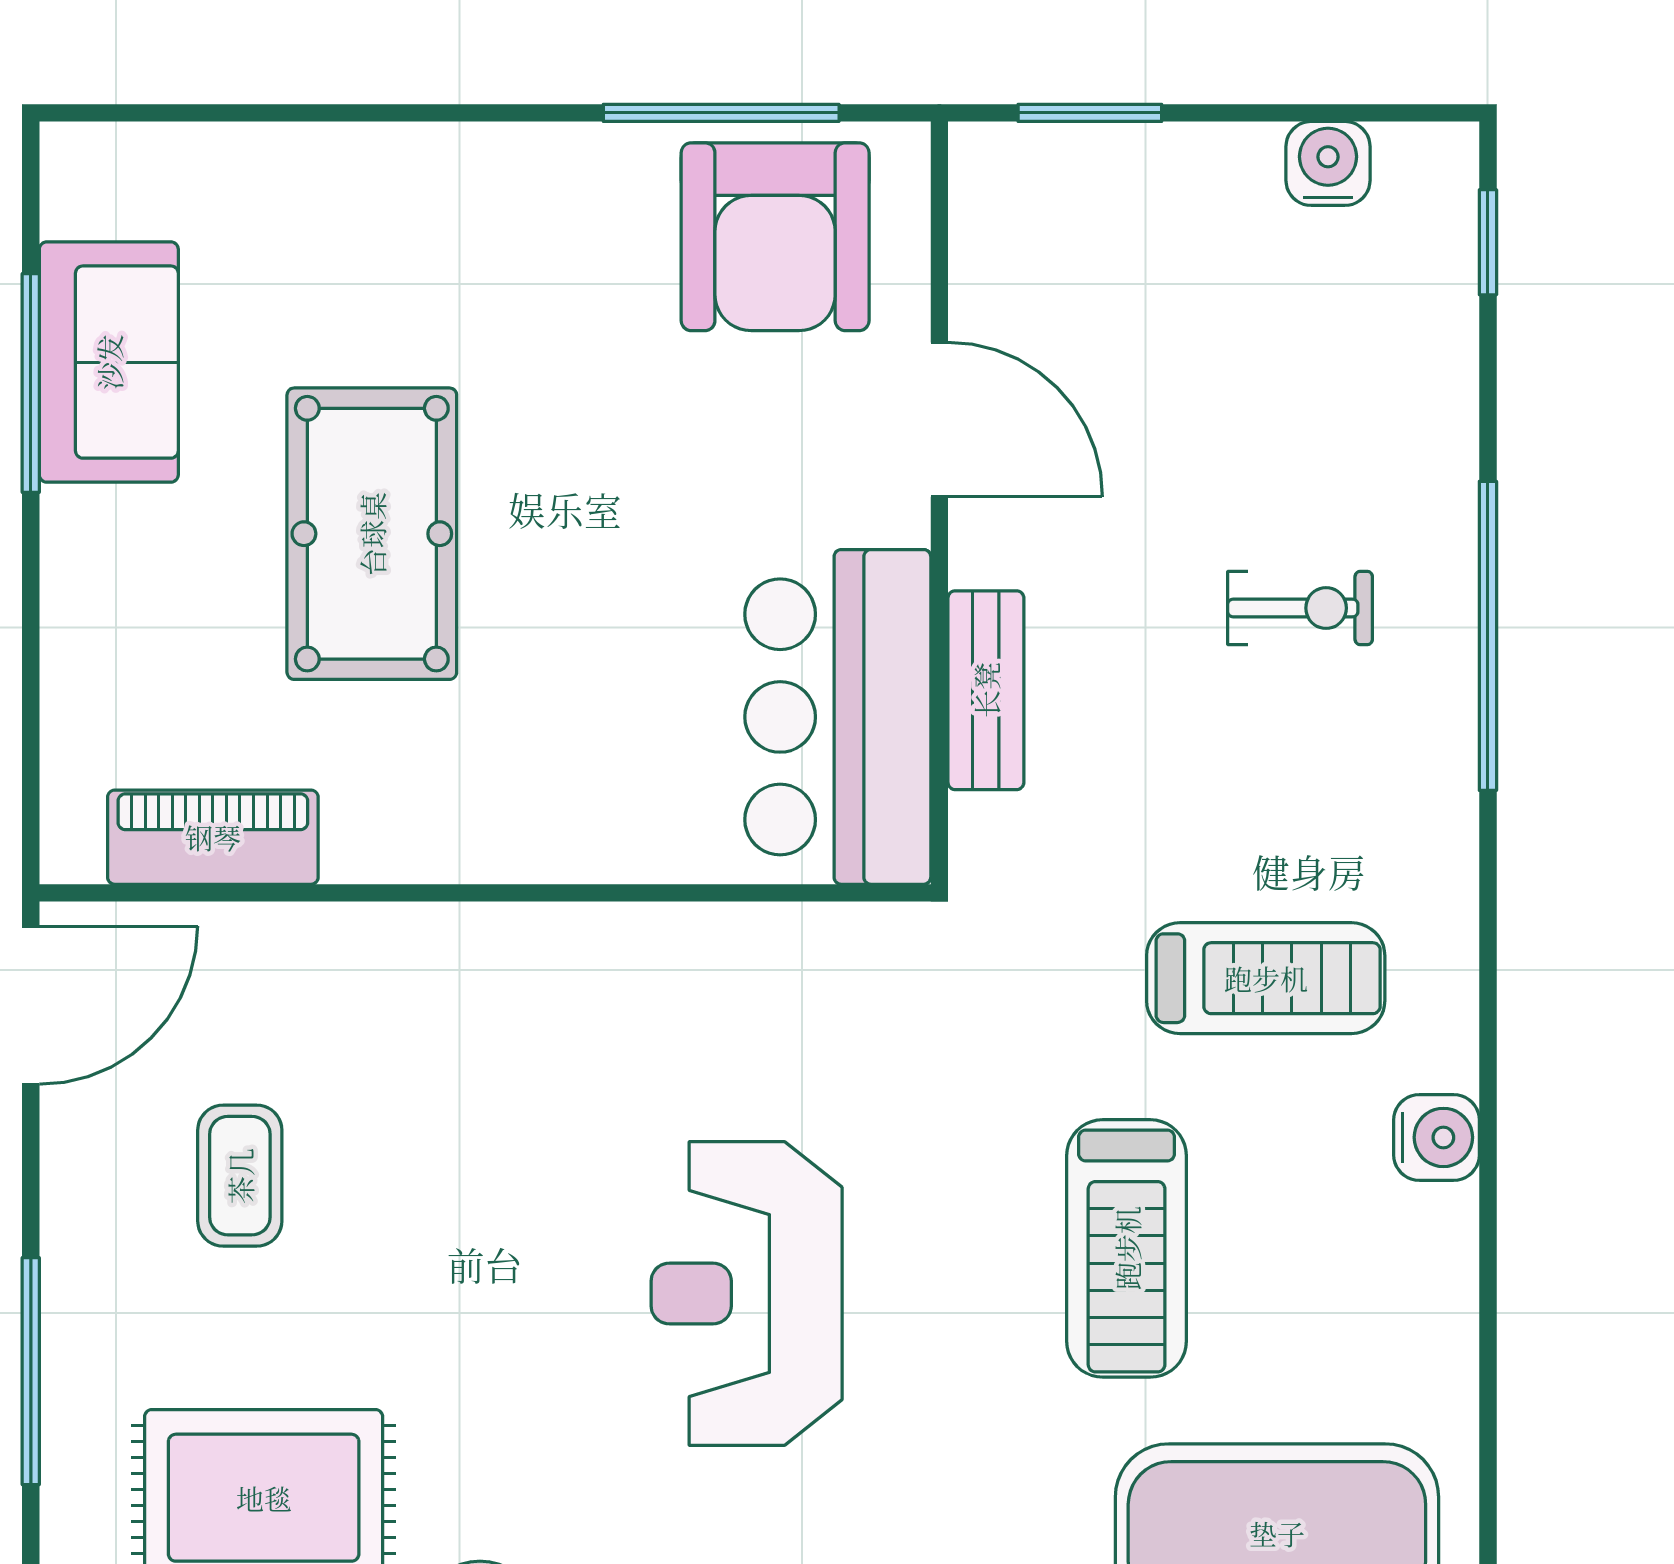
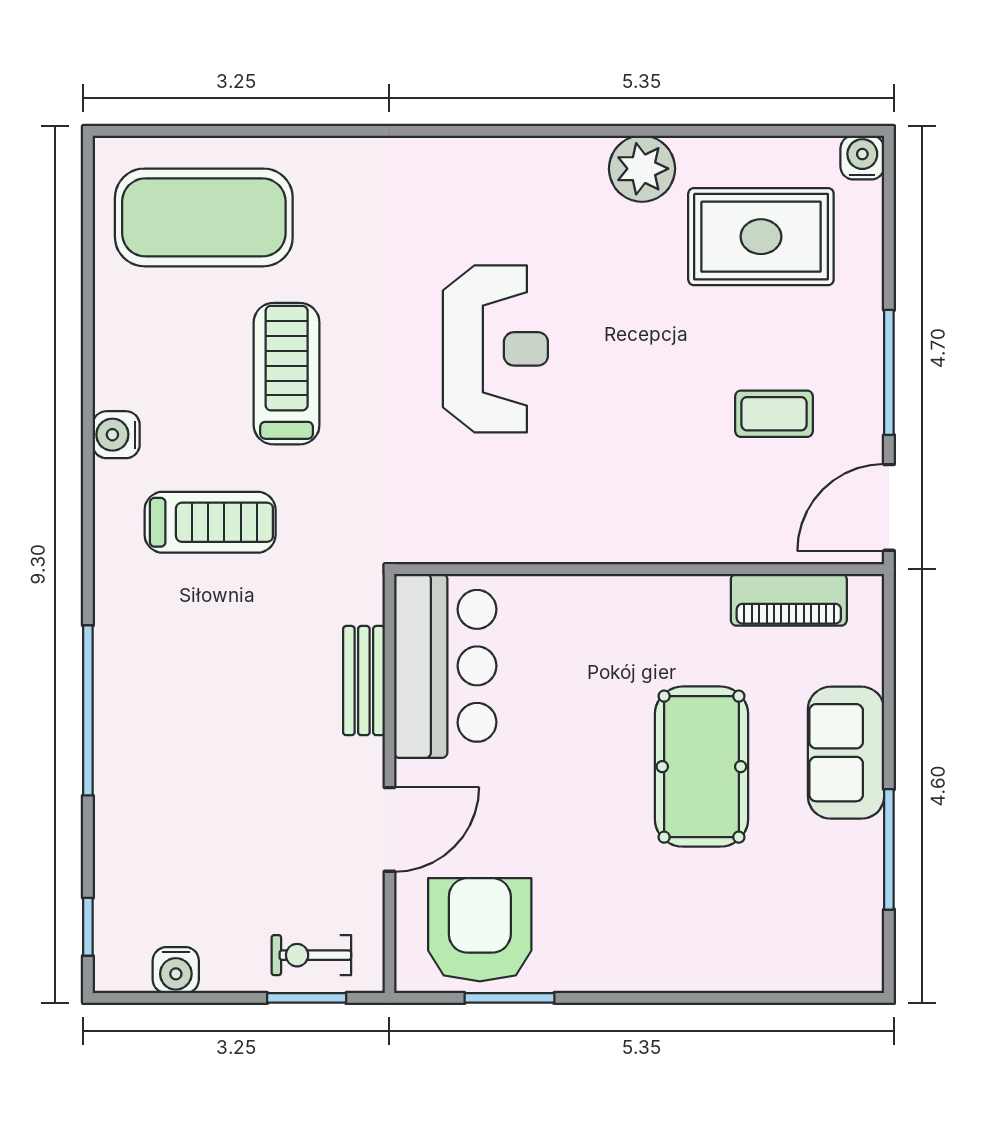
window: (721, 113) -> (509, 998), width x0.69
sofa: (109, 362) -> (846, 753), moved
door: (939, 420) -> (389, 829), swing flipped
exercise bike: (1300, 608) -> (311, 955), moved
treadmill: (1266, 978) -> (210, 522), turned 180
coffee table: (240, 1176) -> (774, 414), turned 90
window: (31, 1371) -> (889, 372), moved

